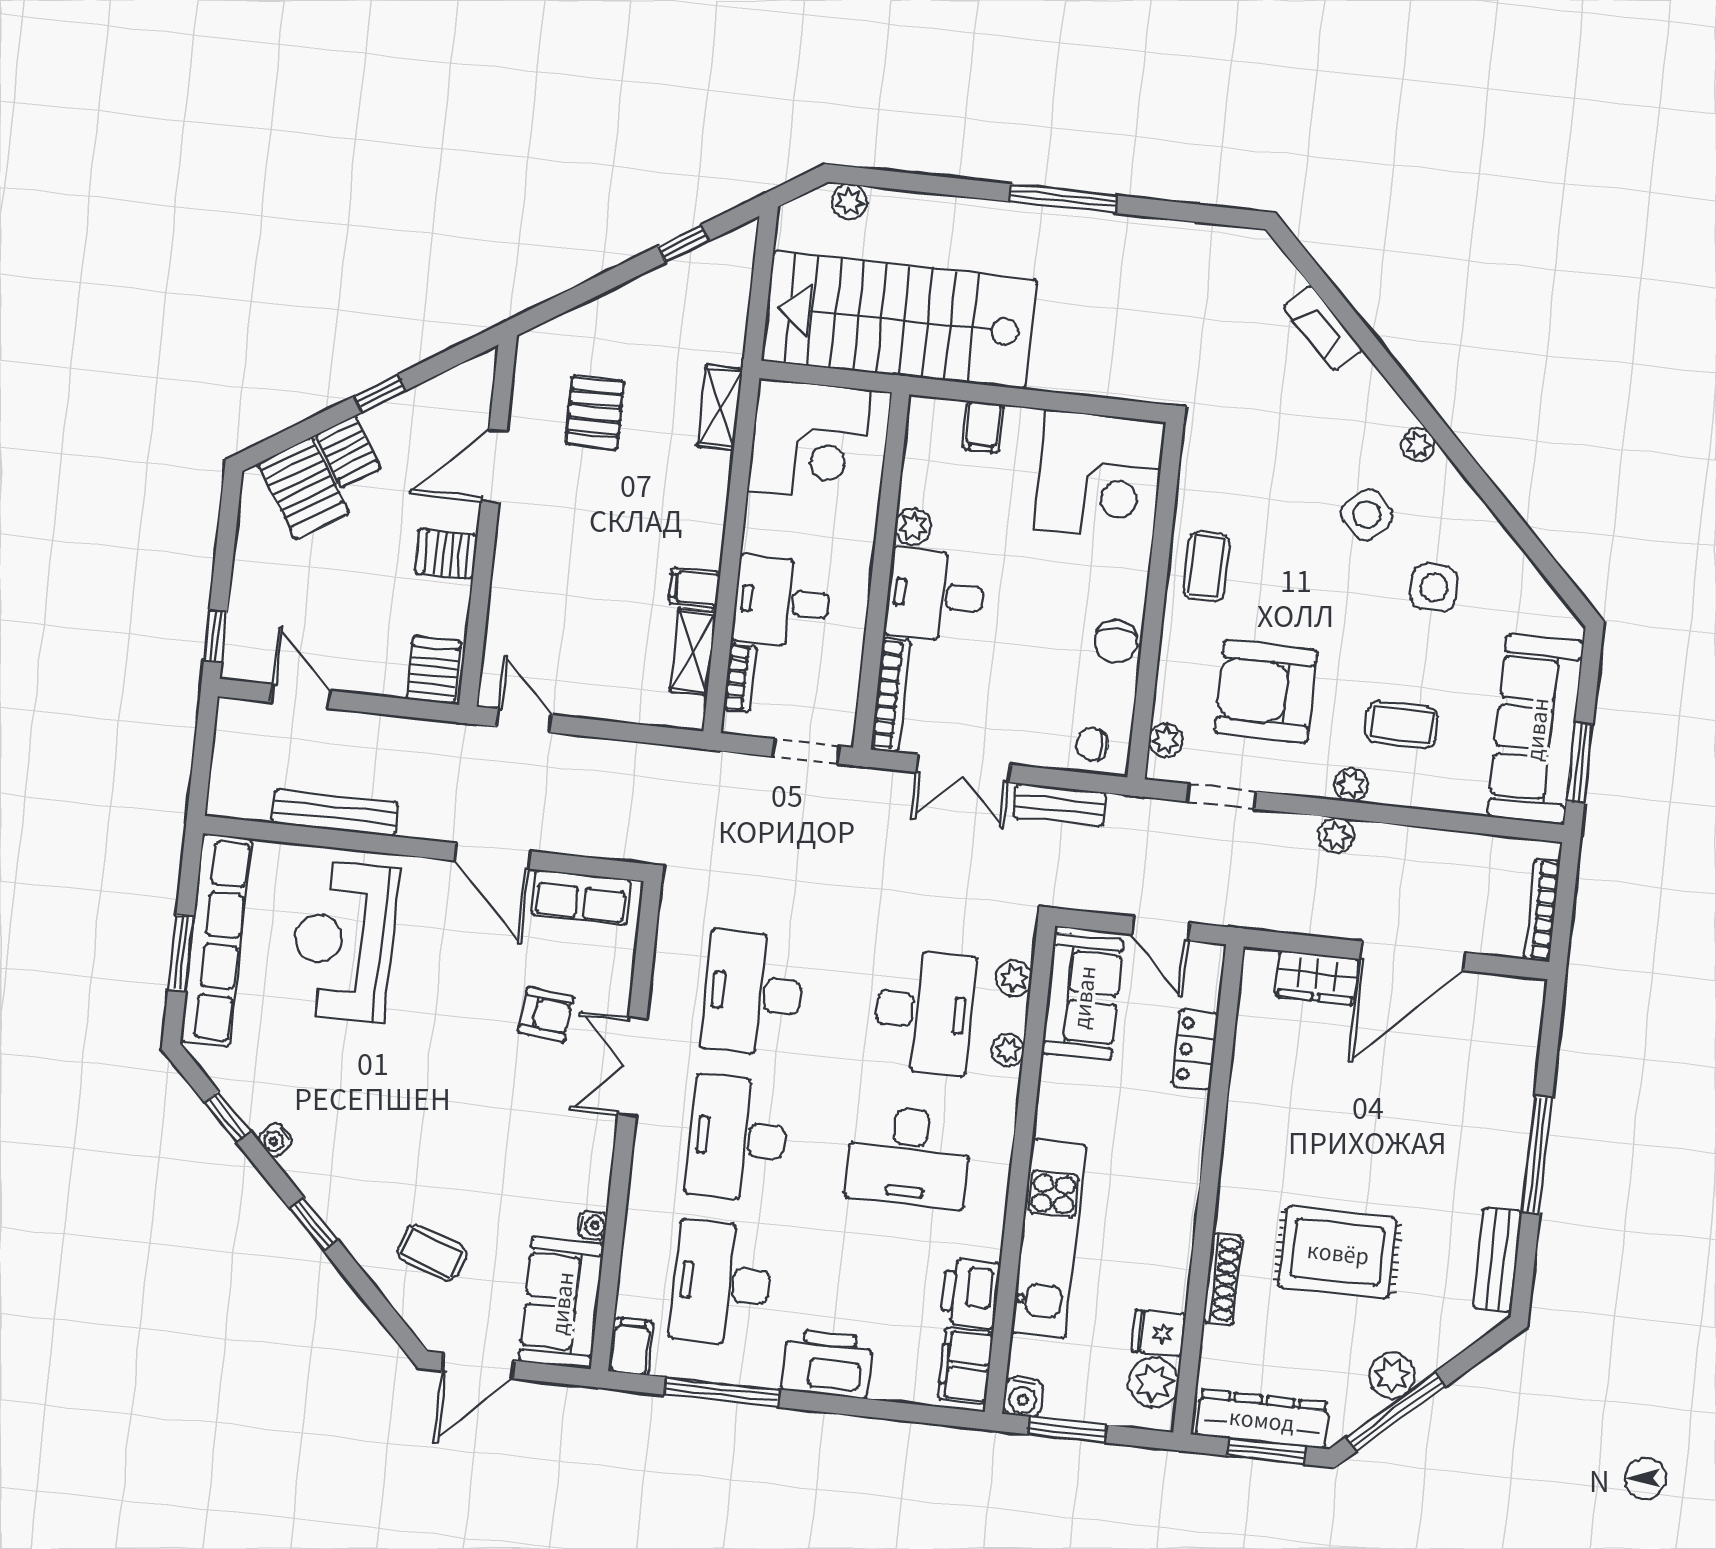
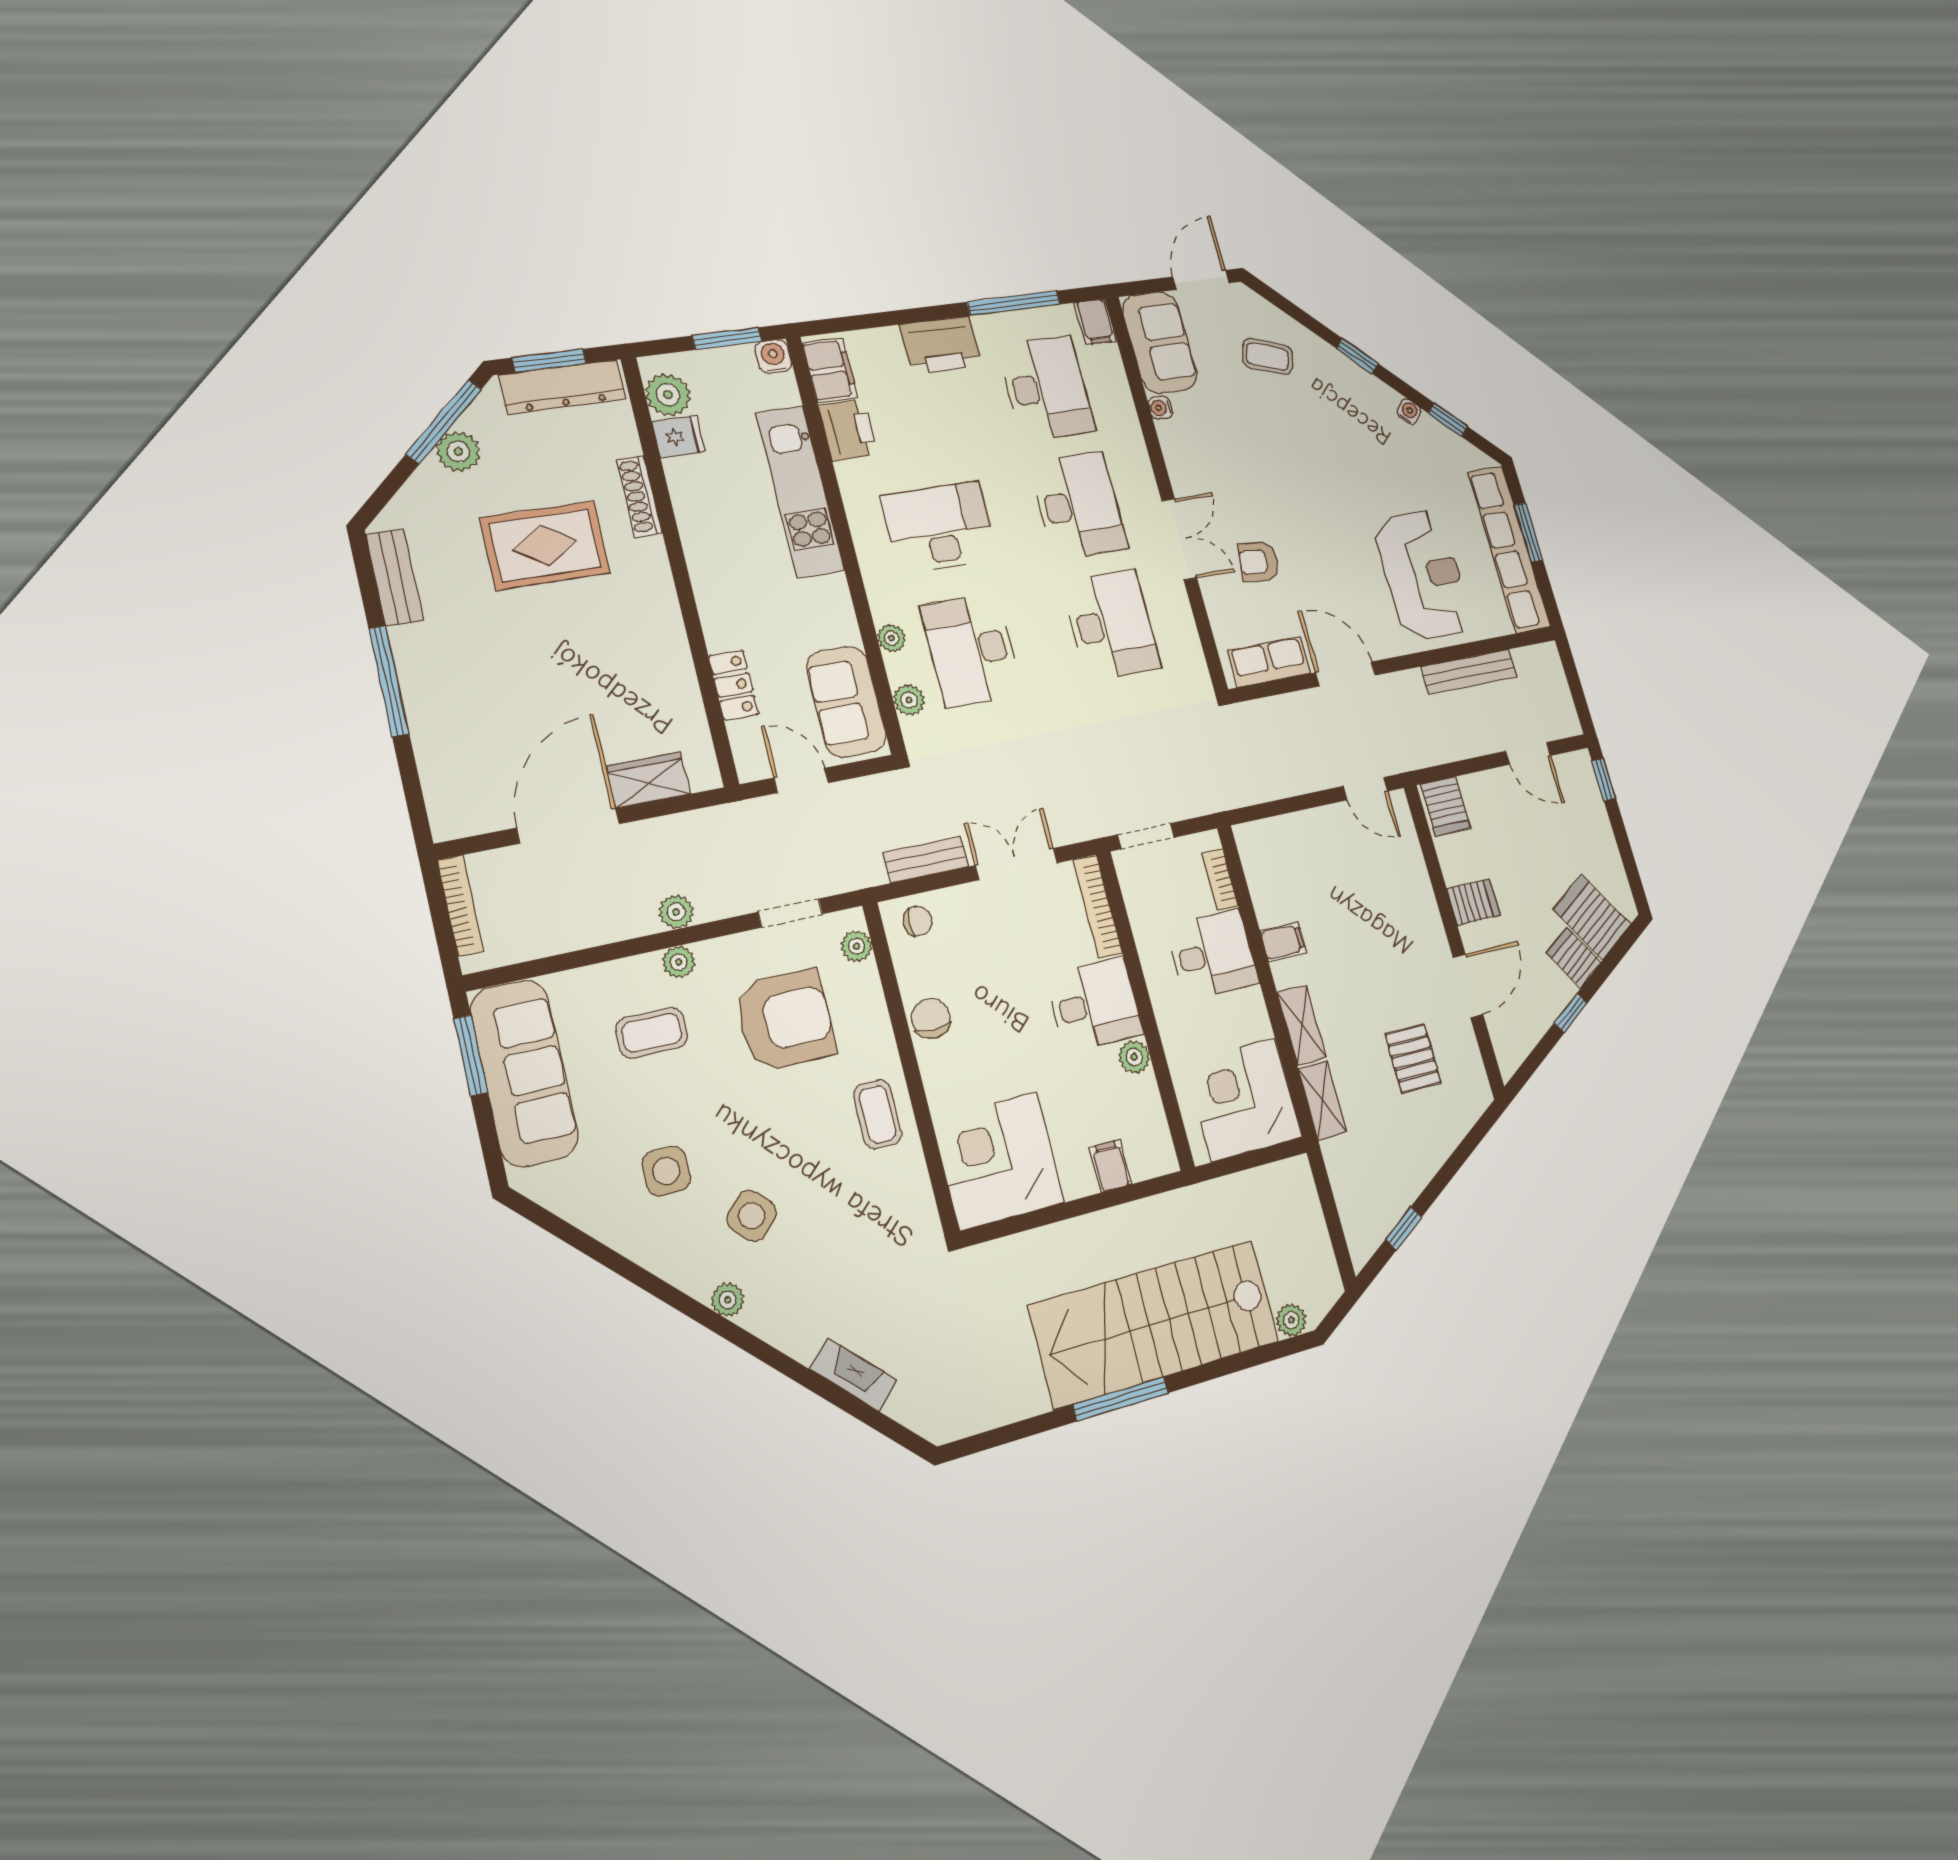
stairs: (899, 320) -> (1155, 1324), moved, turned 180
shelving: (693, 652) -> (1302, 1025), moved

